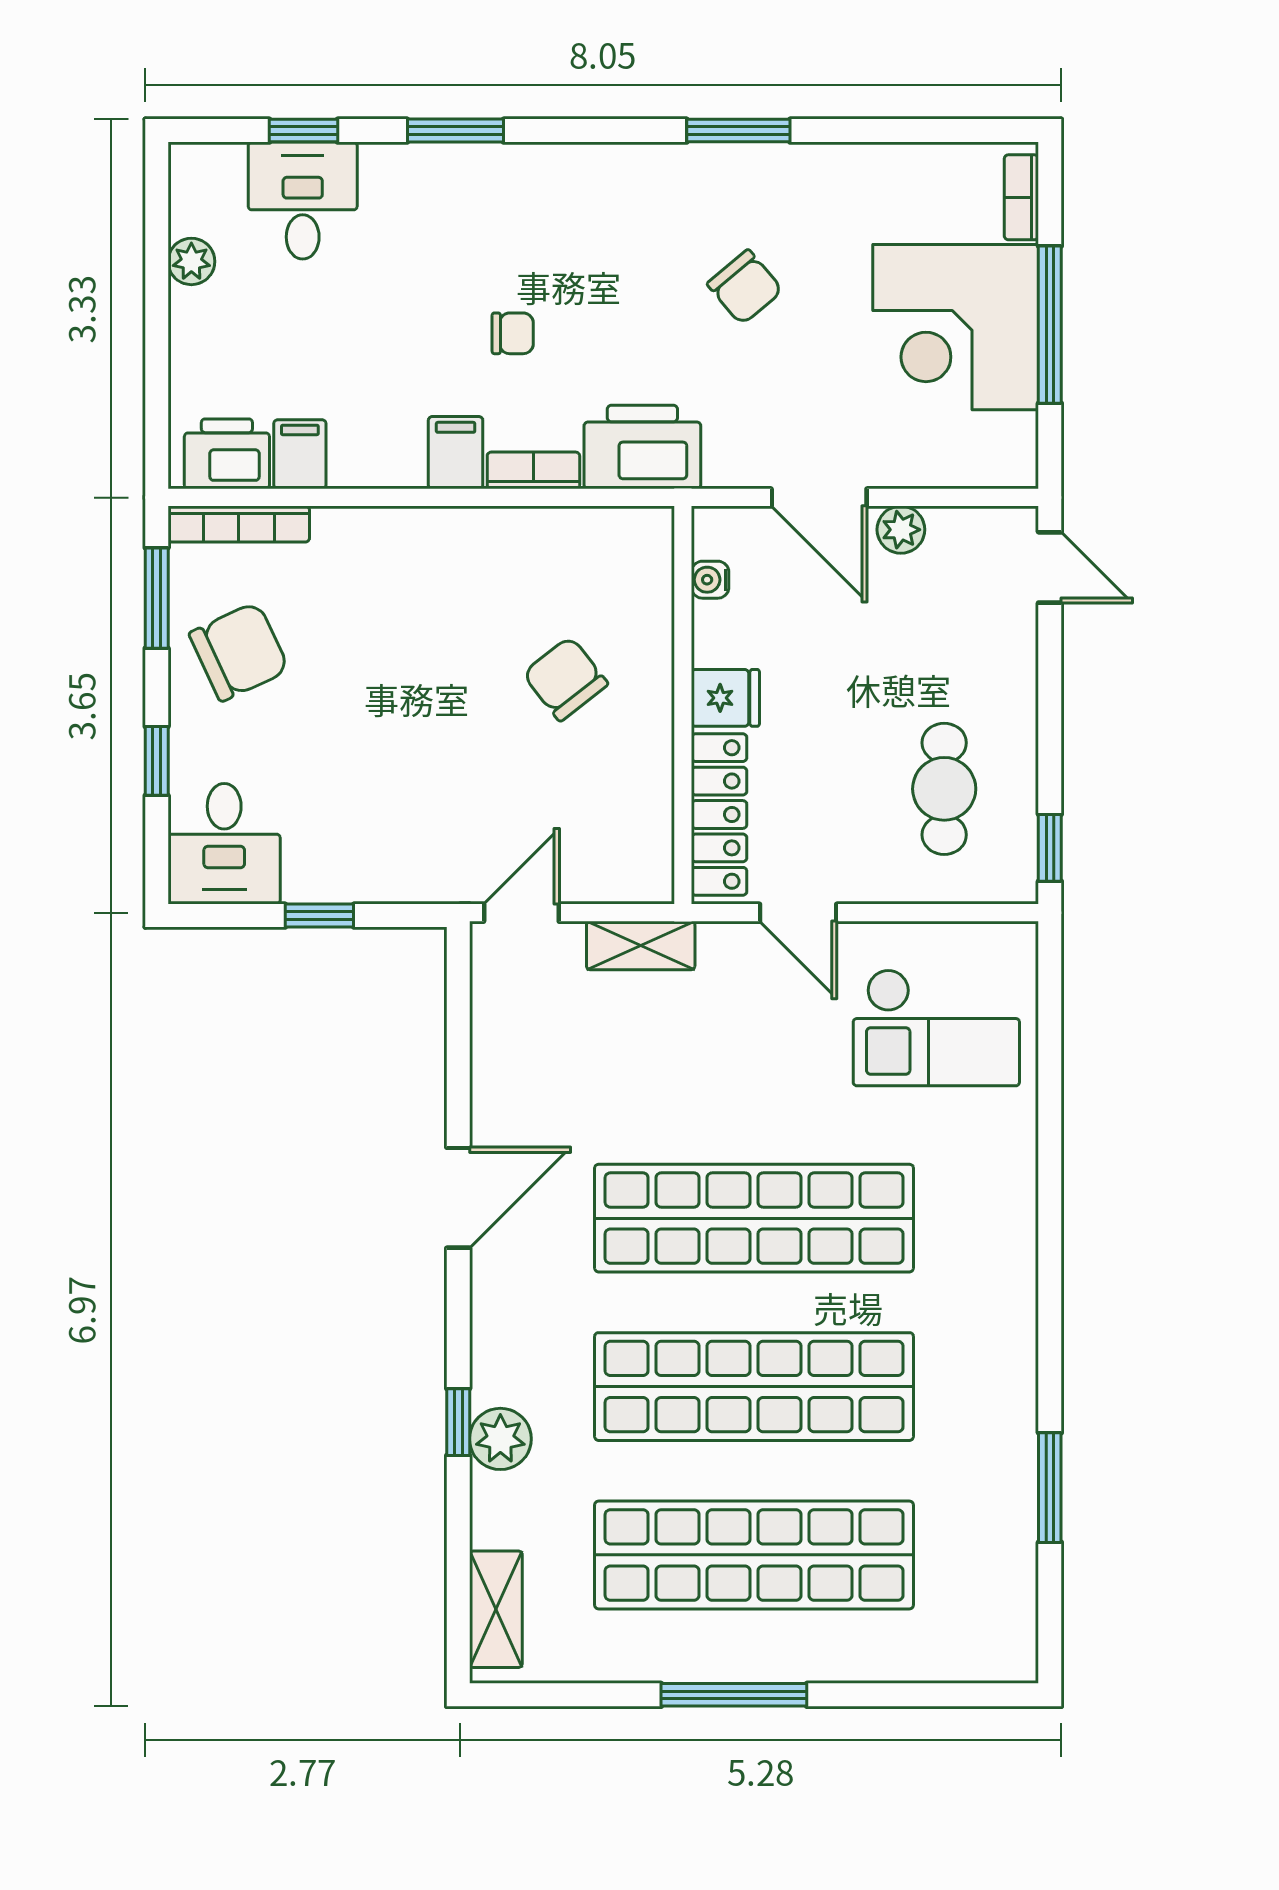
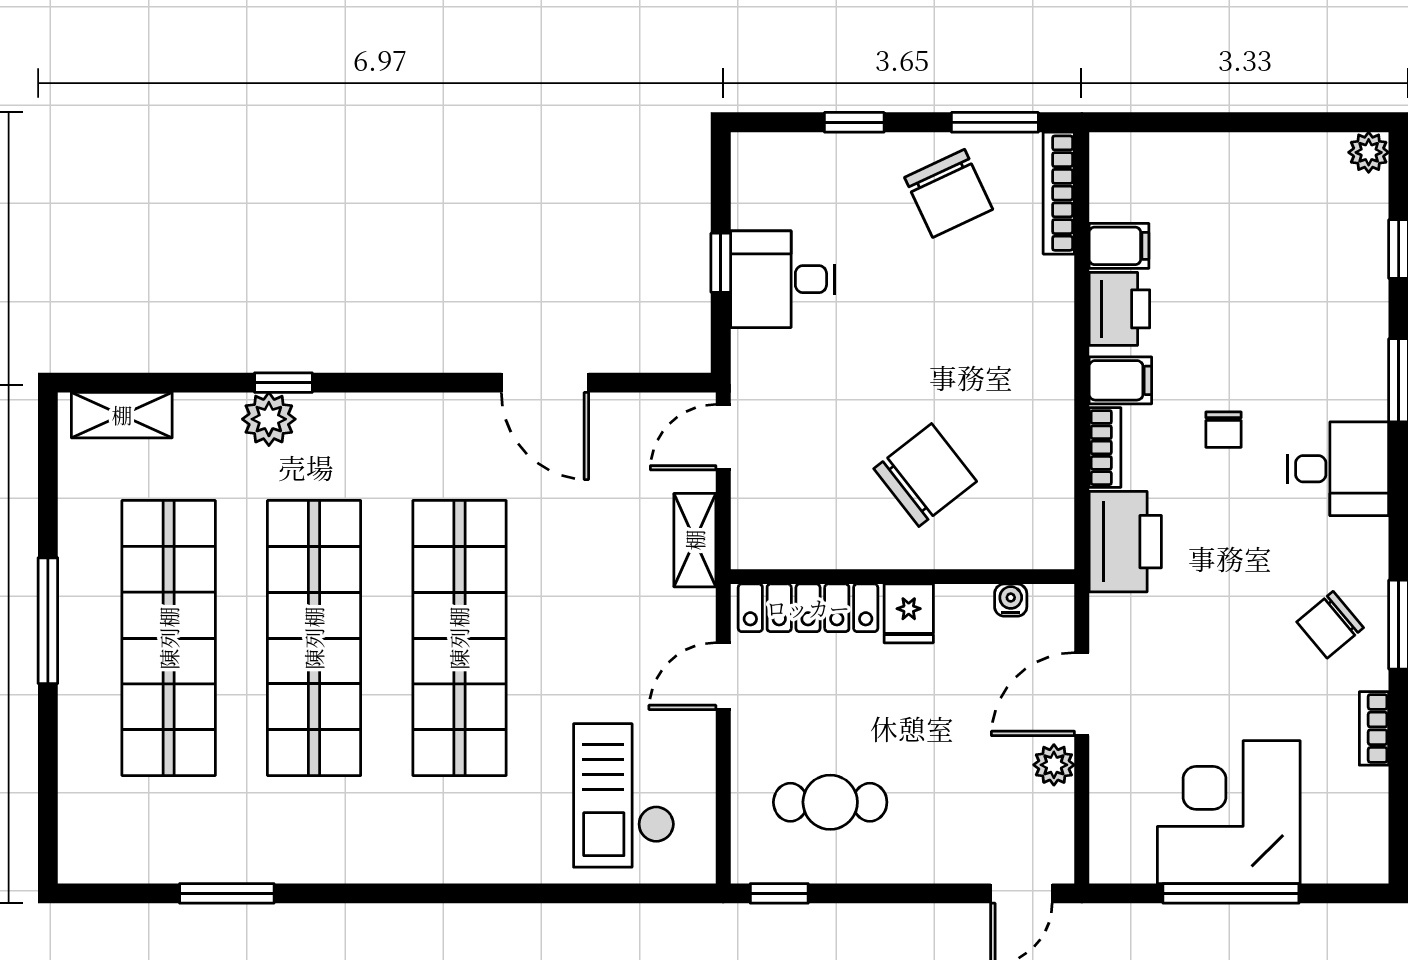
bookcase: (1021, 197) -> (1374, 728), moved, turned -90
desk: (303, 201) -> (1338, 469), moved
plant: (191, 261) -> (1369, 152), moved
chair: (745, 287) -> (1330, 625), moved
printer: (227, 454) -> (1119, 309), moved
chair: (565, 679) -> (925, 475), width x1.37, depth x1.37
desk: (224, 844) -> (783, 279), moved
door: (521, 913) -> (723, 437), swing flipped
door: (458, 1198) -> (545, 383), moved

